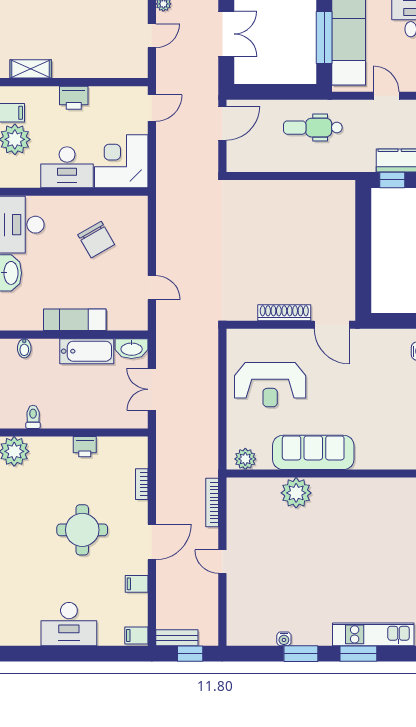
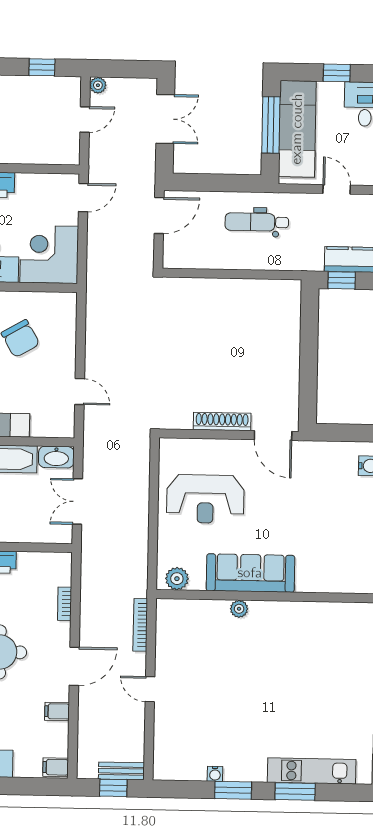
plant: (296, 493) -> (239, 609), width x0.53, depth x0.53
bench: (177, 638) -> (121, 771), moved

